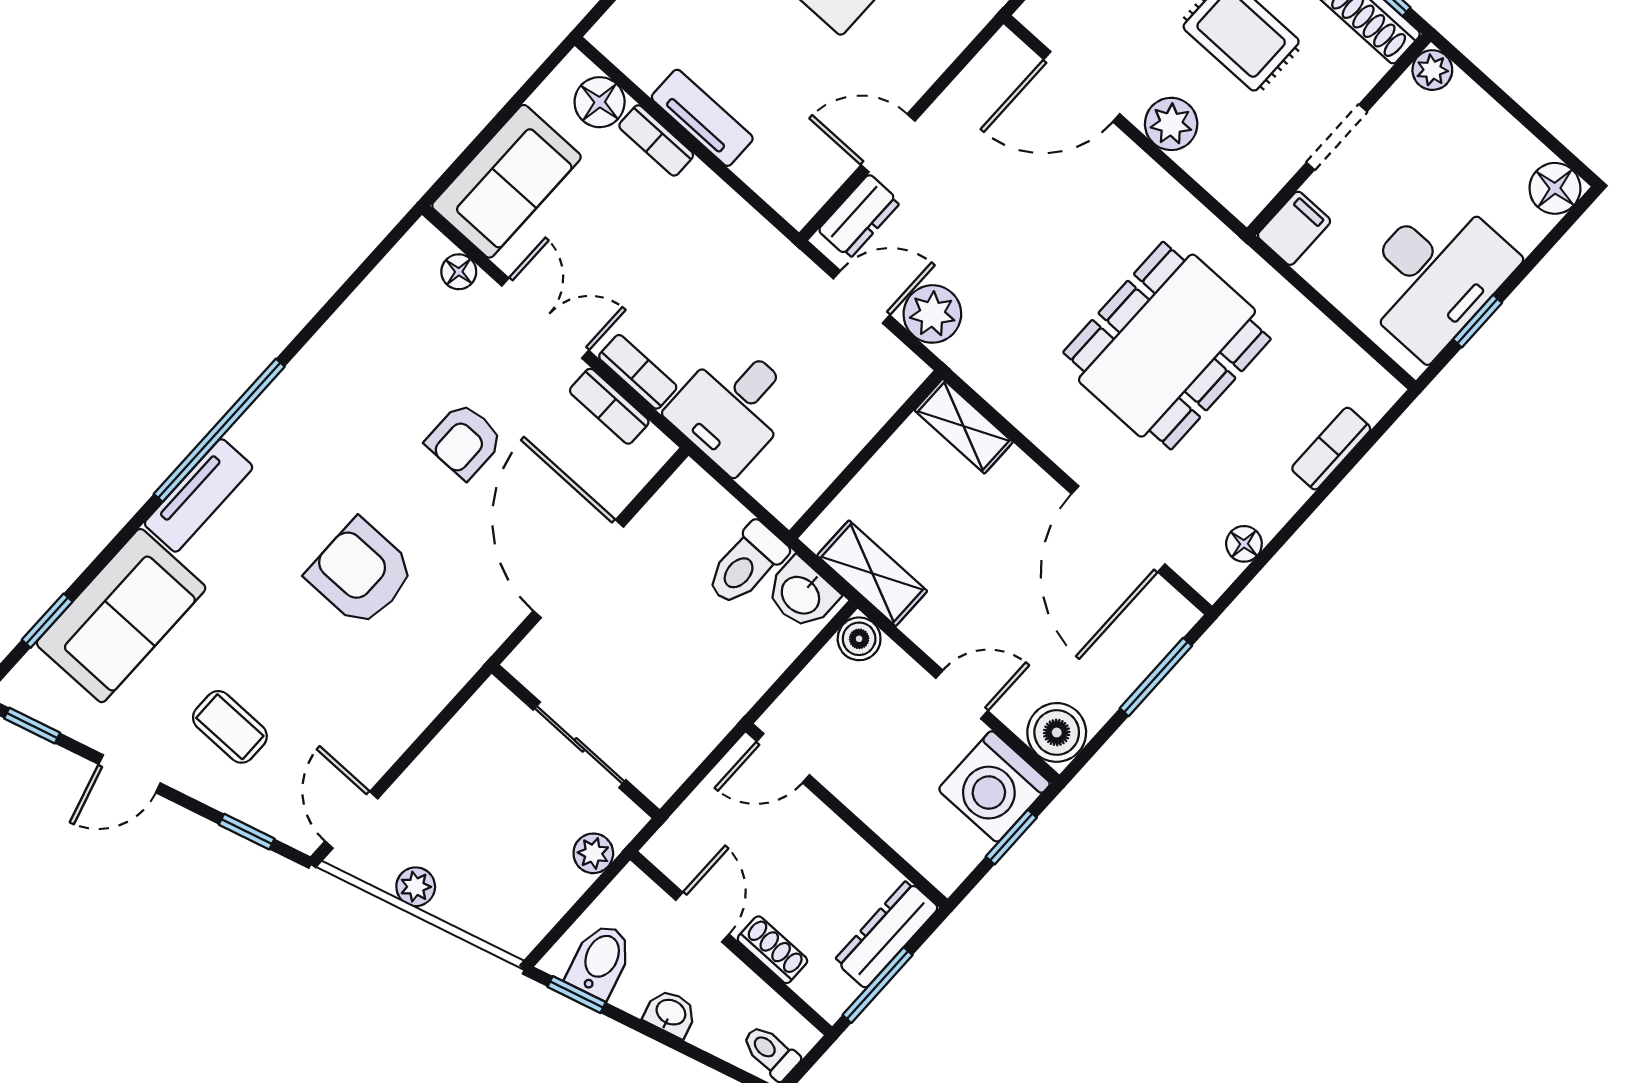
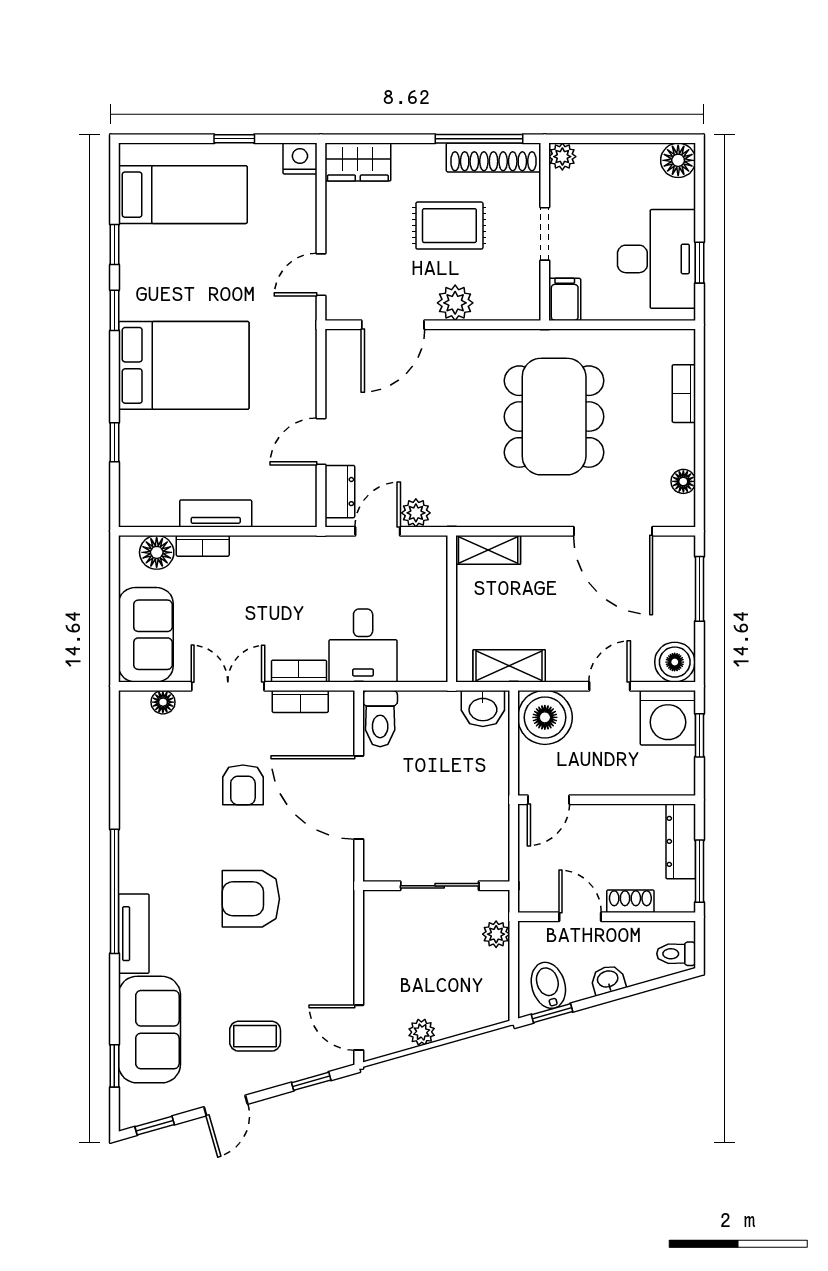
plant: (932, 314) -> (416, 513), width x0.73, depth x0.73
toilet: (746, 564) -> (380, 719), moved
boiler: (859, 639) -> (545, 717), width x1.86, depth x1.86

